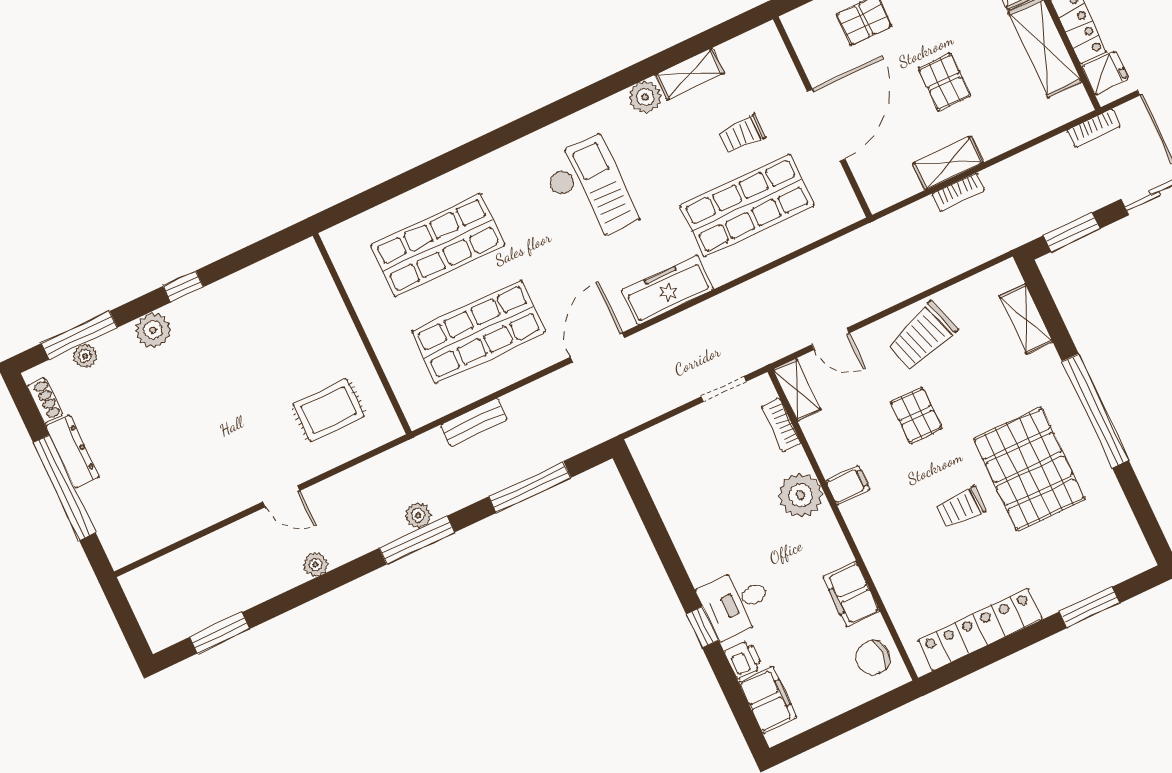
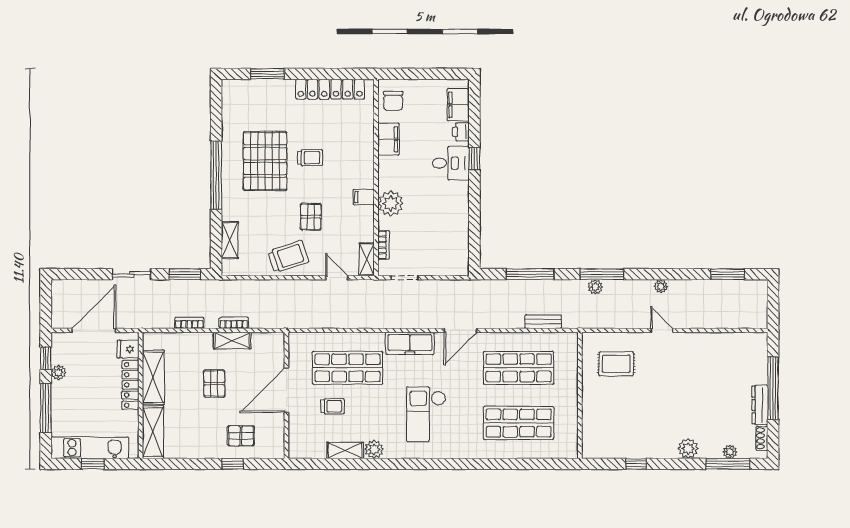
bookcase: (1094, 128) -> (189, 323), moved
window: (183, 287) -> (636, 464), moved
chair: (872, 658) -> (393, 101), turned 90

